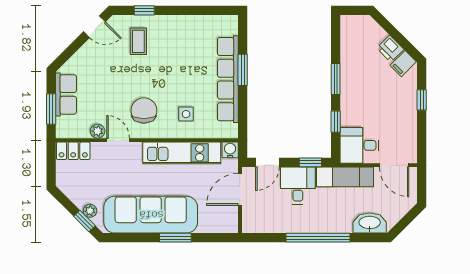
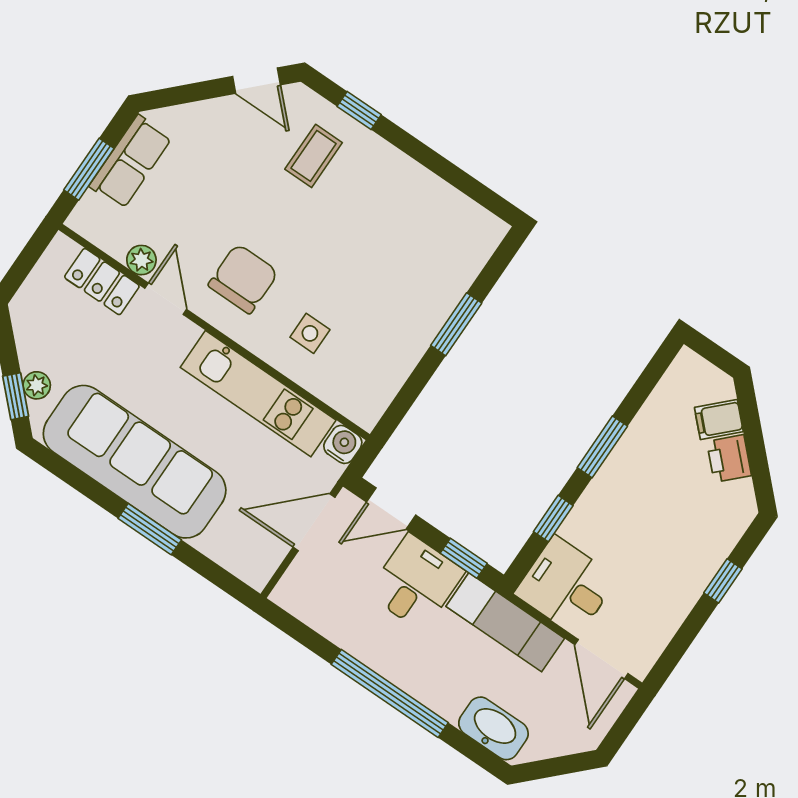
filing cabinet: (403, 64) -> (719, 420), moved
row of seats: (228, 79) -> (421, 323), removed
locker: (73, 151) -> (102, 282), moved

